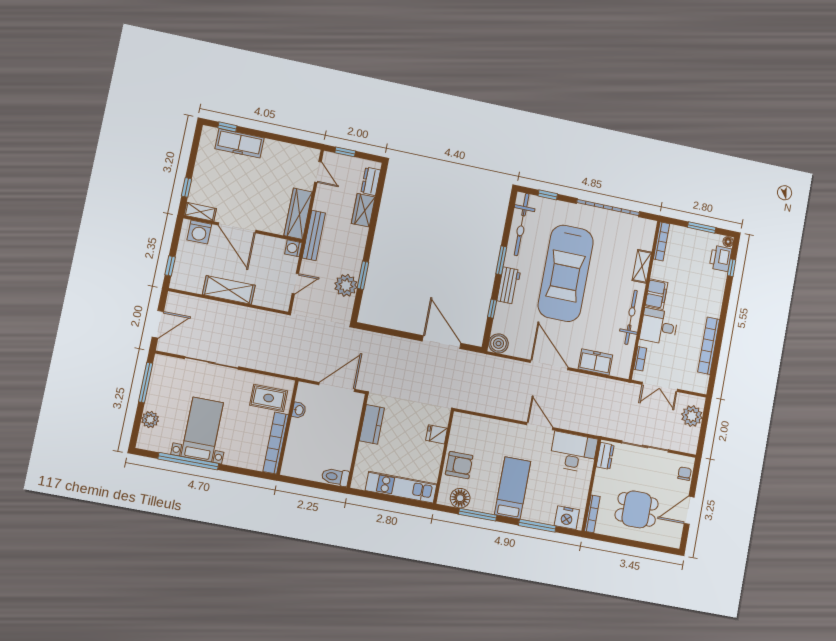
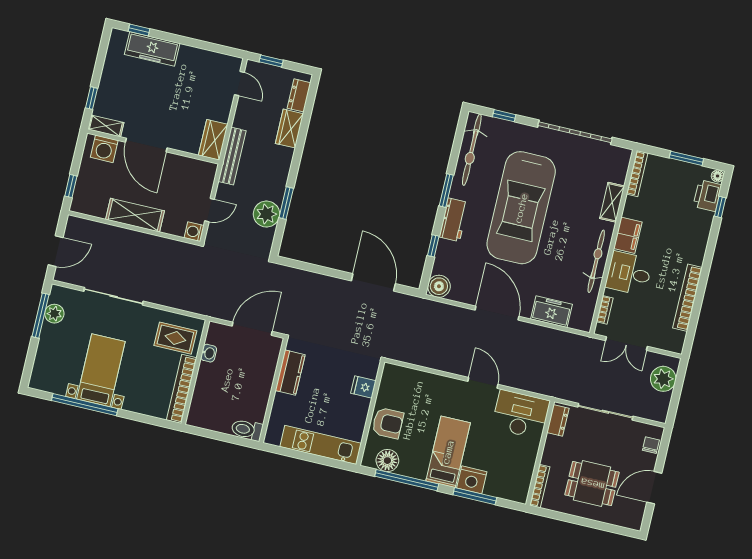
wardrobe: (298, 214) -> (213, 140), width x0.67
washing machine: (293, 248) -> (194, 232), moved
plant: (150, 420) -> (54, 314), moved
window: (478, 515) -> (407, 480), width x1.46
nightstand: (567, 518) -> (472, 480), moved

